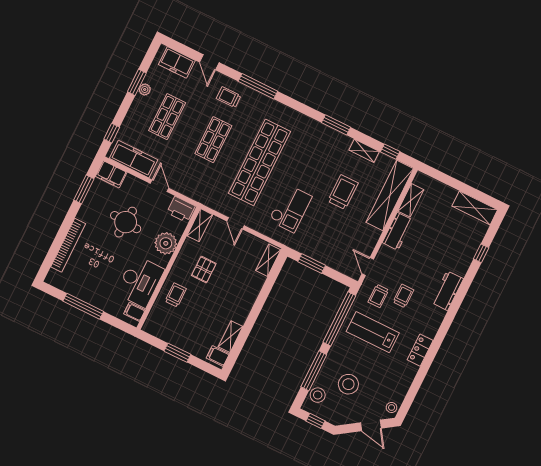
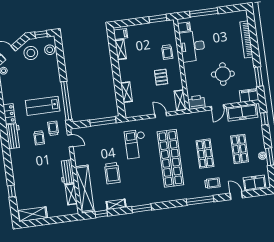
door: (160, 186) -> (218, 107), hinge flipped
plant: (166, 243) -> (192, 77), removed
shelving: (268, 260) -> (126, 92), moved
window: (312, 263) -> (103, 121), width x1.44
workbench: (447, 291) -> (14, 136), moved
window: (83, 306) -> (204, 12), moved
lab bench: (373, 332) -> (43, 106), turned 180
window: (177, 353) -> (158, 19), moved
window: (314, 371) -> (61, 62), removed
stool: (348, 384) -> (31, 53), moved

